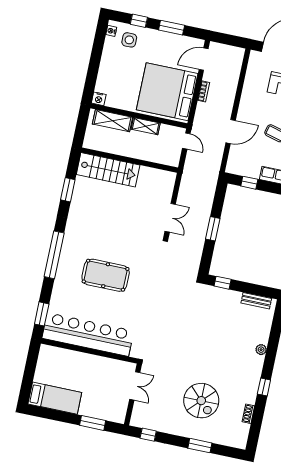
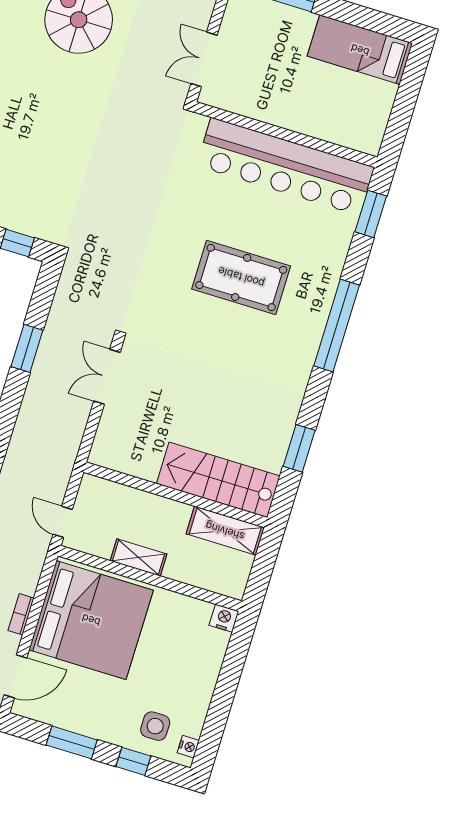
shelving: (113, 121) -> (225, 531), moved

